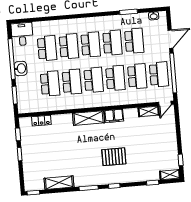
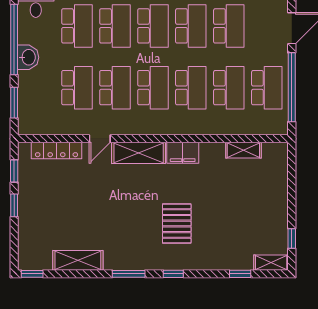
door: (165, 103) -> (100, 139), moved
locker: (41, 121) -> (56, 151), width x1.53
pallet: (114, 157) -> (177, 224), turned 90

